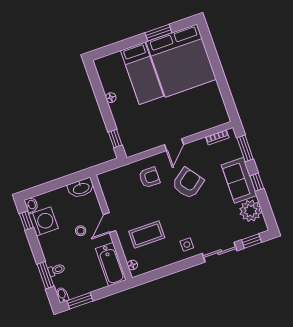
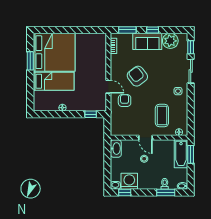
door: (174, 145) -> (108, 87), moved
bathtub: (111, 264) -> (181, 154), moved, turned 90
window: (80, 301) -> (191, 154), moved

